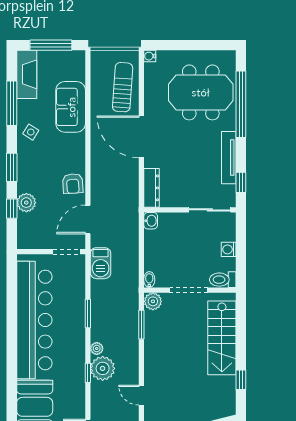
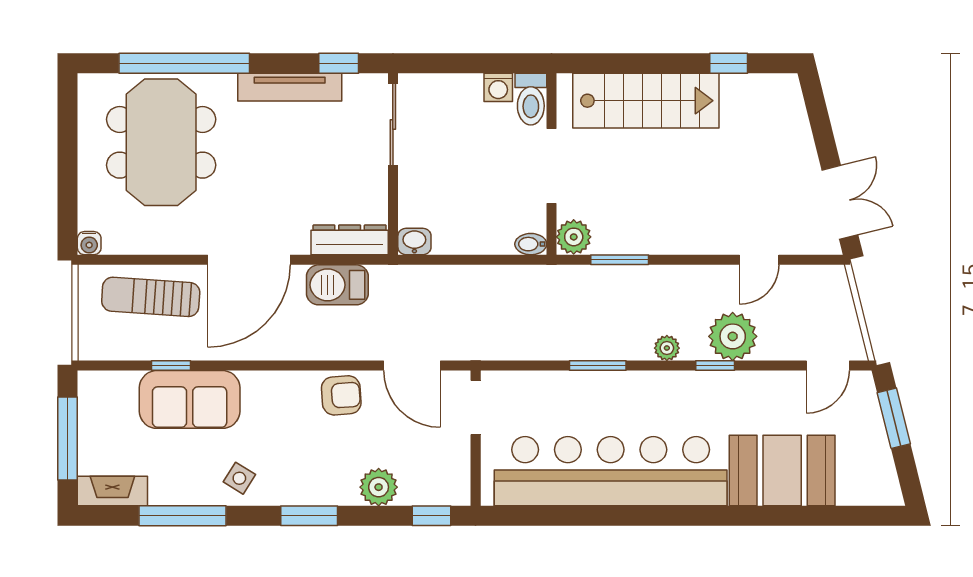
fireplace: (27, 74) -> (112, 491), width x0.73, depth x0.76
window: (88, 97) -> (171, 366), added
window: (12, 209) -> (432, 516), moved
washing machine: (229, 249) -> (498, 87), moved
barbecue: (101, 263) -> (337, 285), moved, turned 180
plant: (103, 368) -> (733, 336), moved

